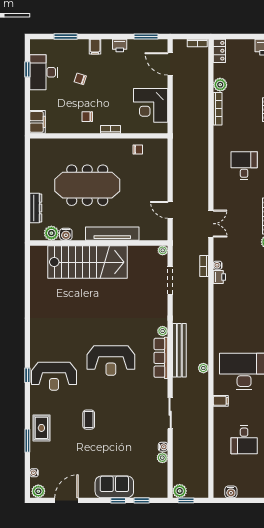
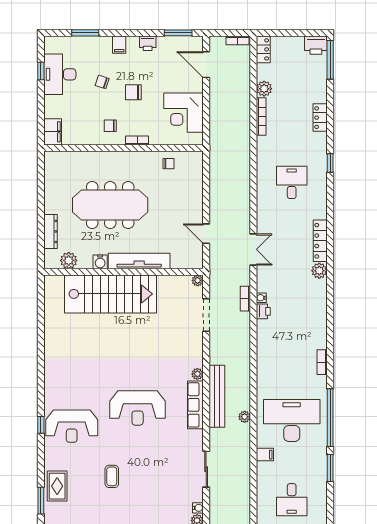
chair: (107, 88) -> (133, 92), added
water cooler: (66, 234) -> (100, 262), moved

